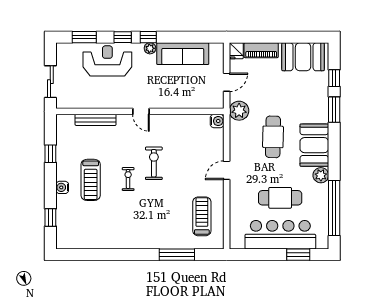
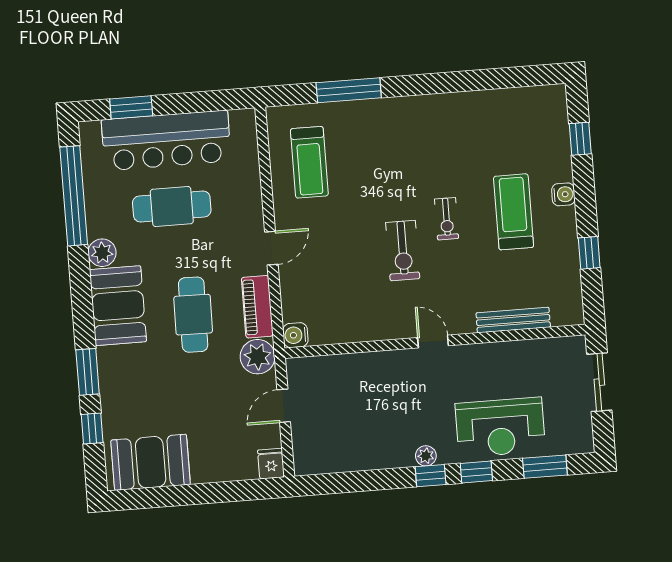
piano: (261, 50) -> (257, 307), moved, turned -90
sofa: (183, 54) -> (366, 451), removed

